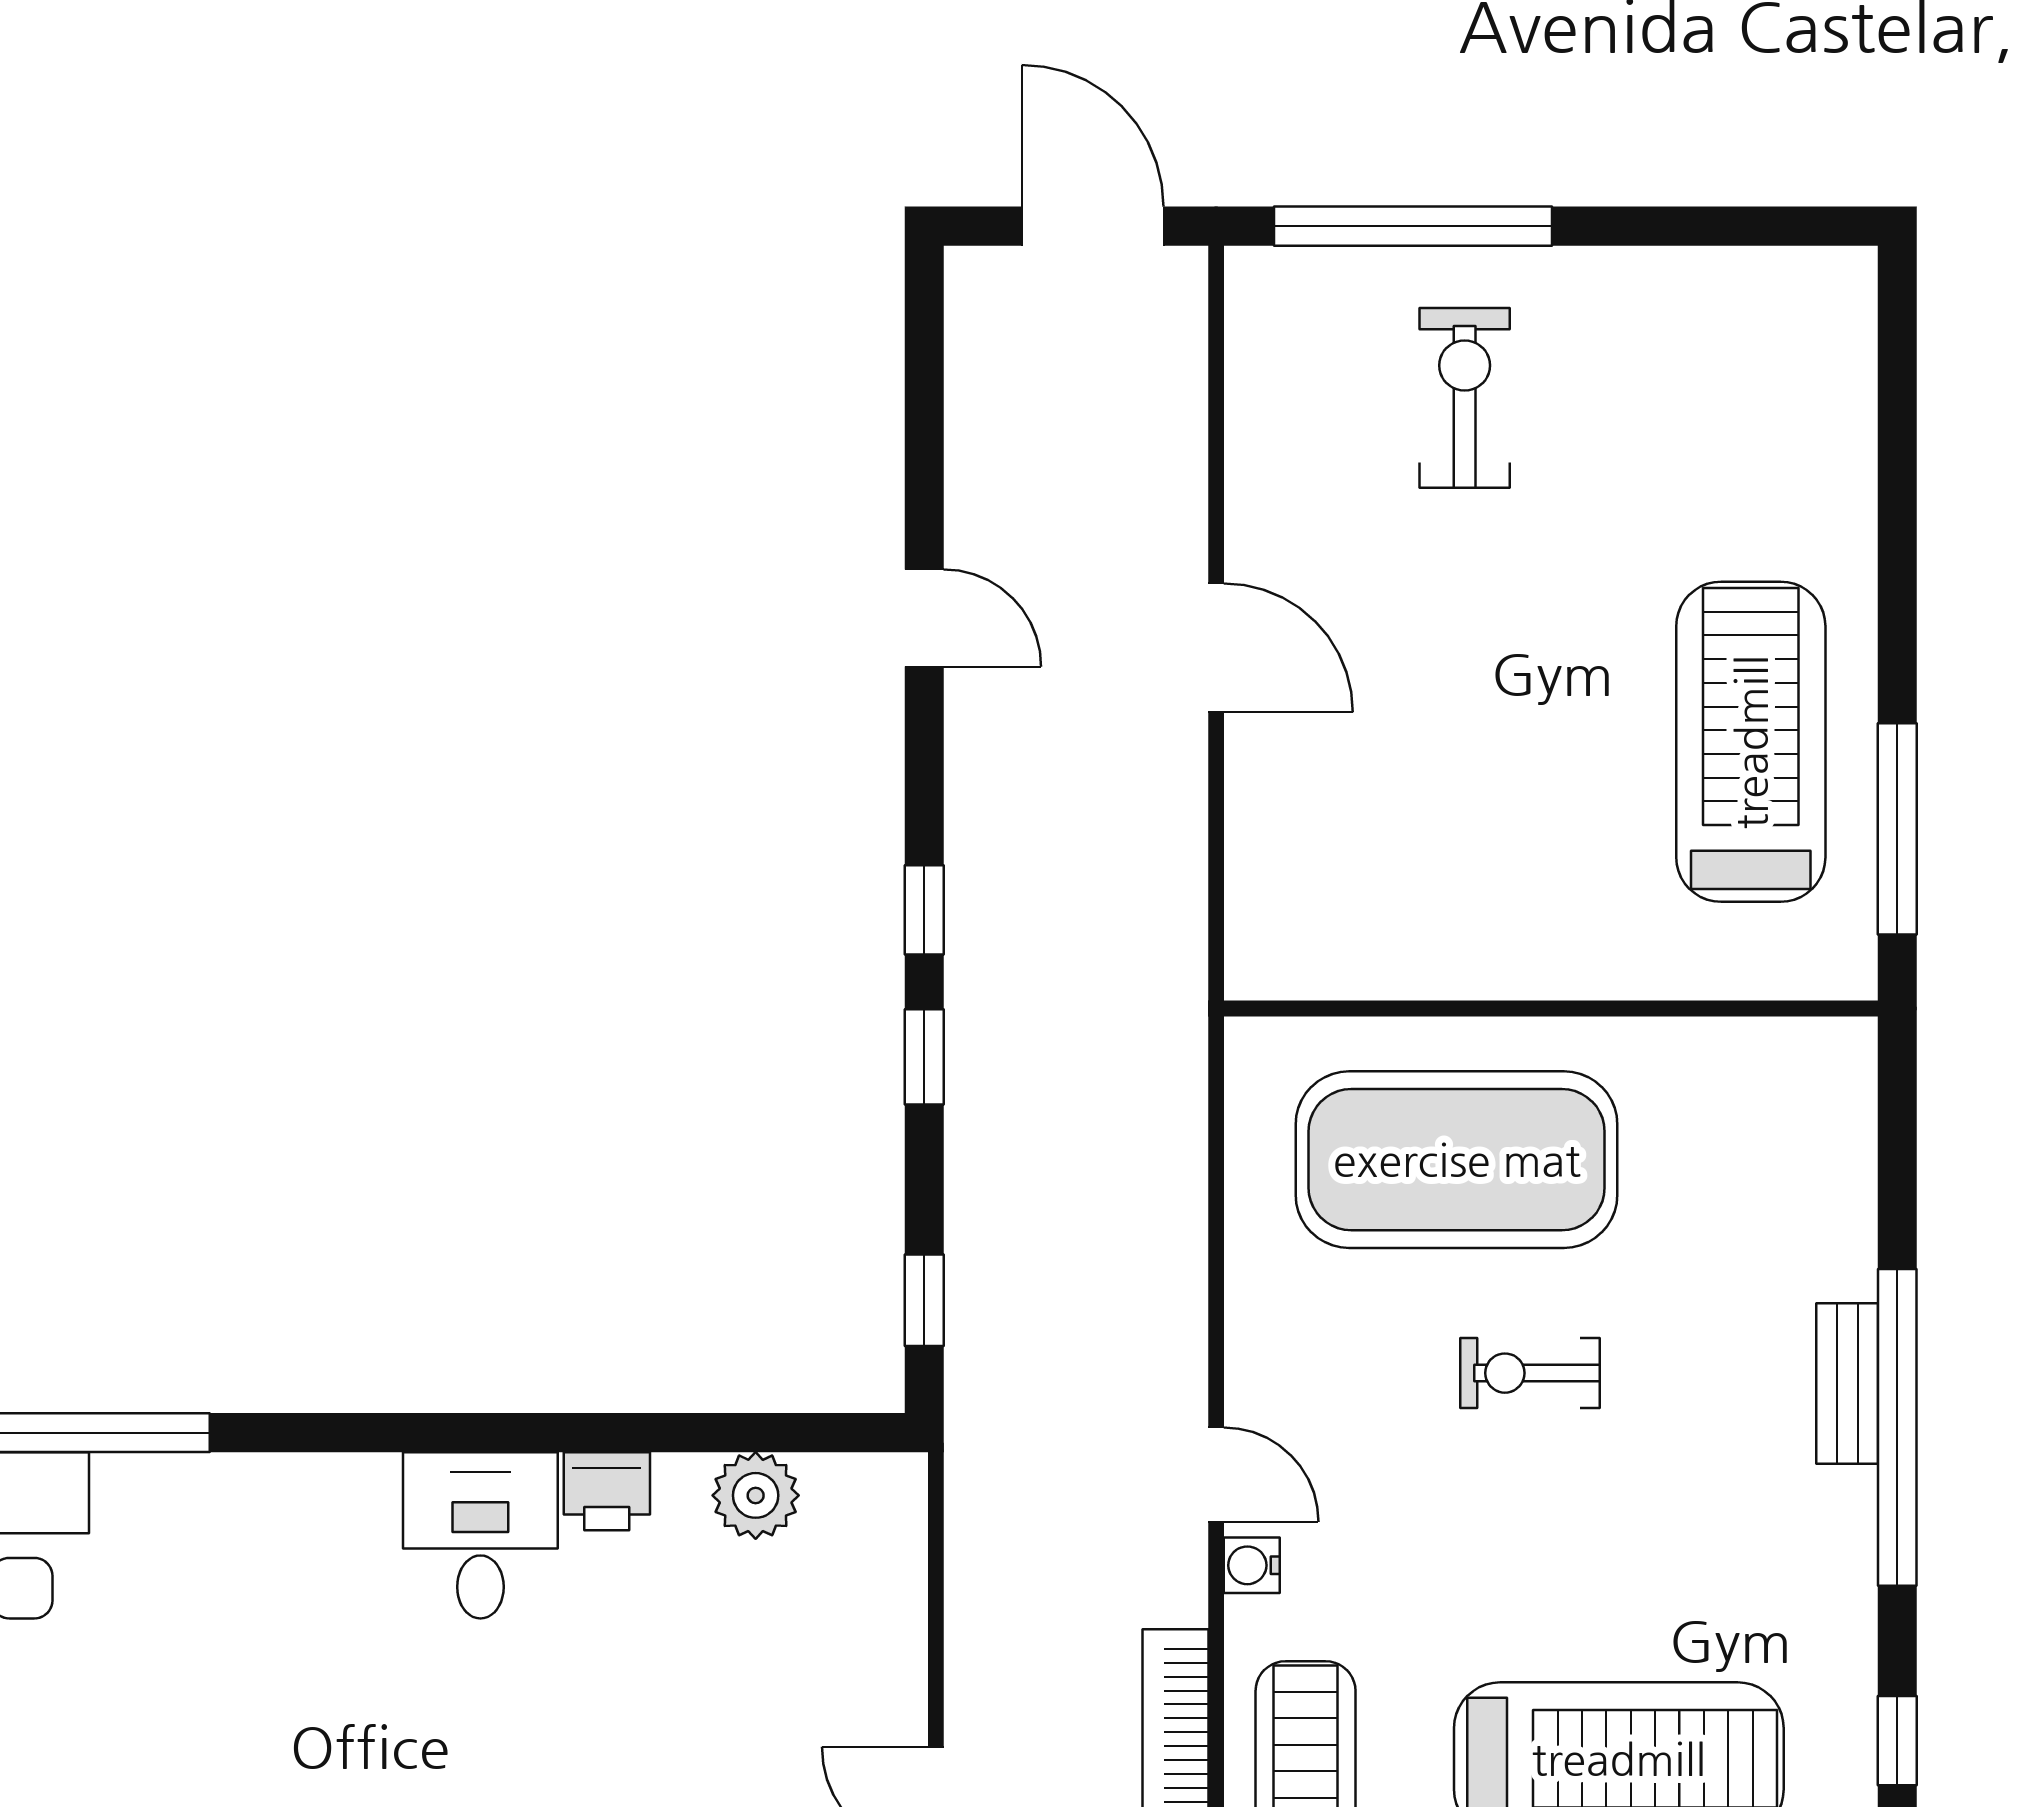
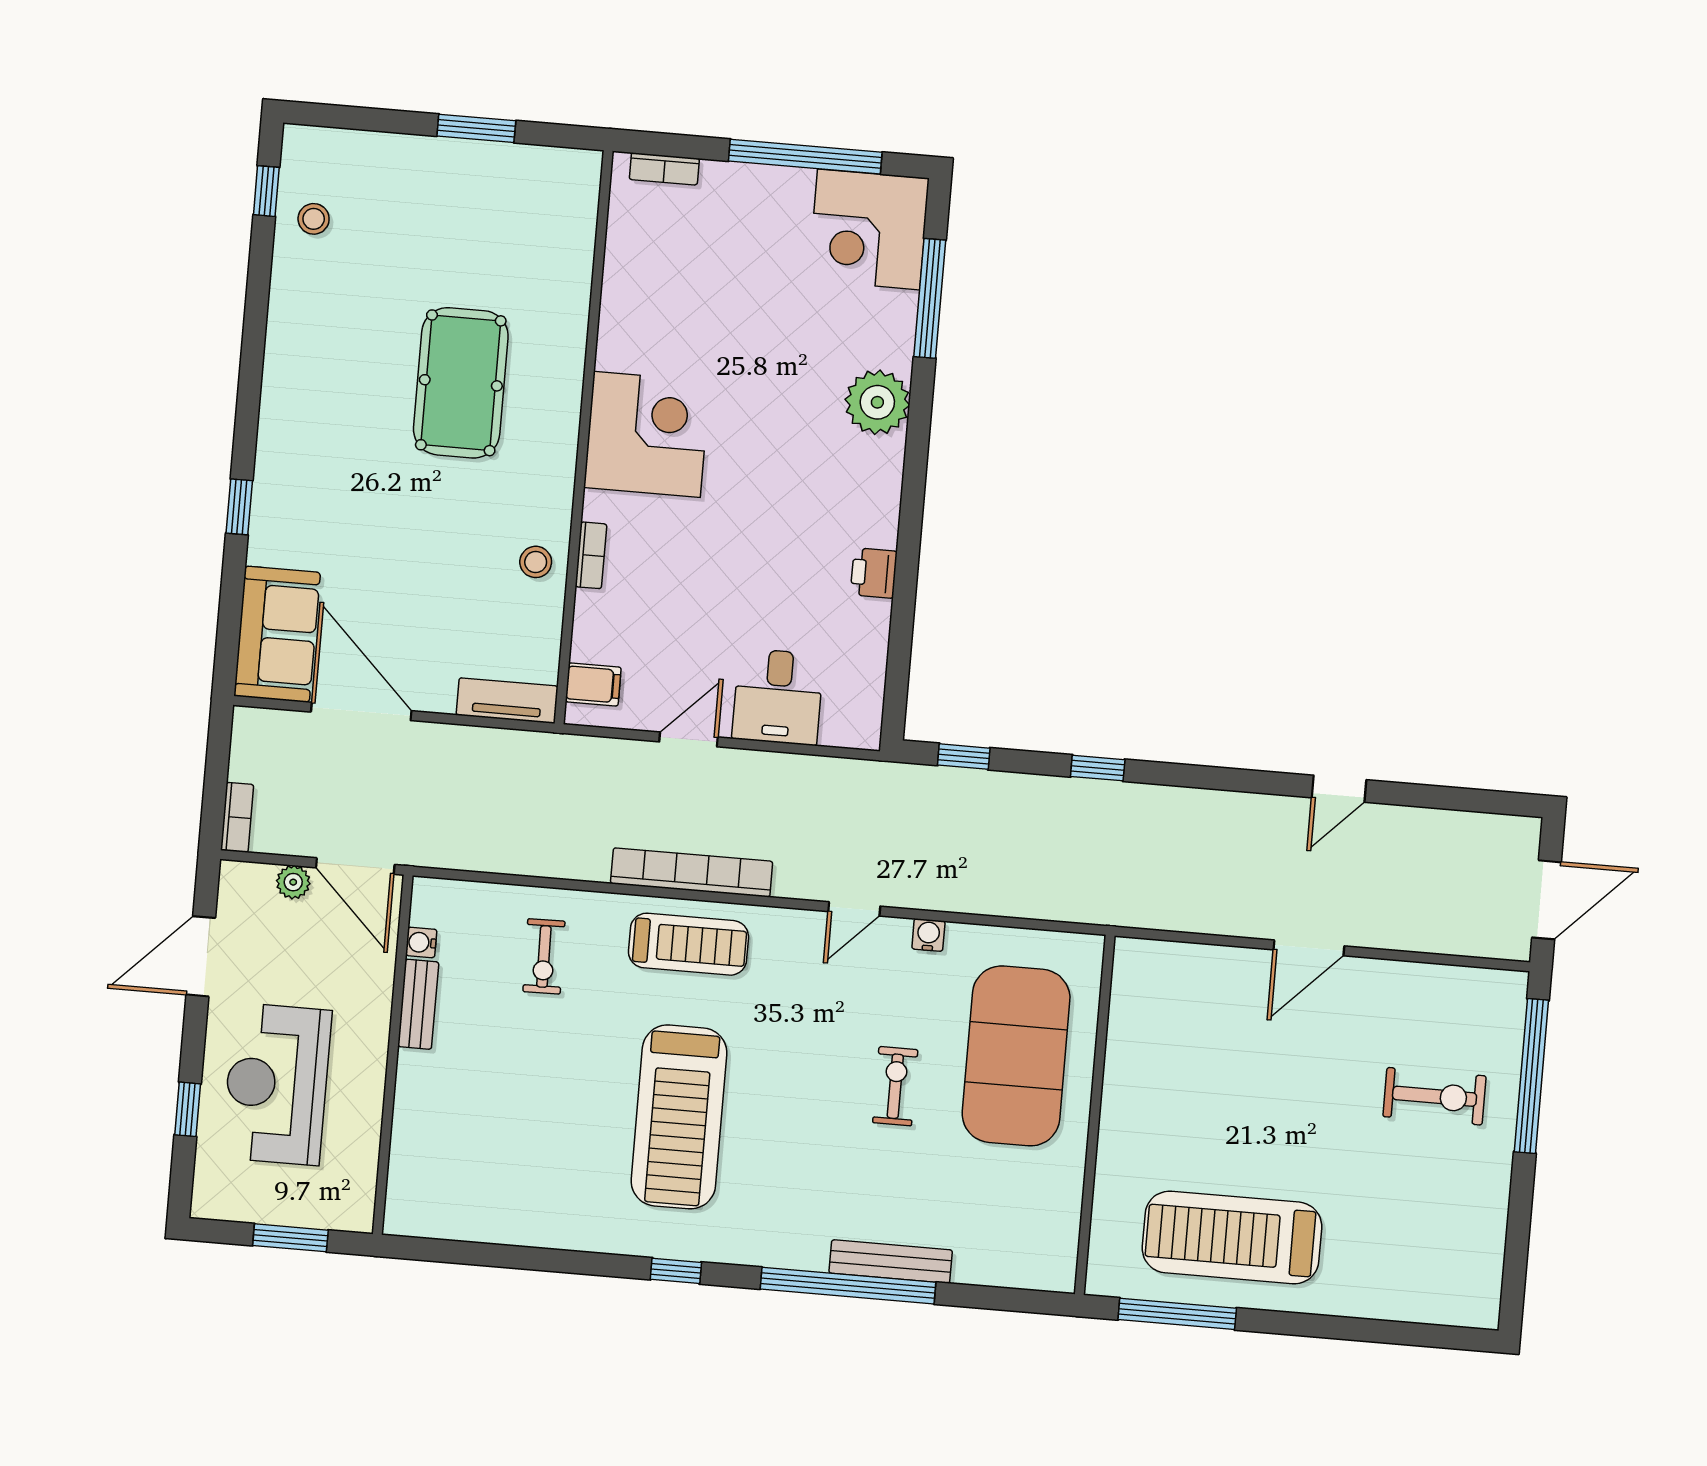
treadmill: (1751, 742) -> (1232, 1237), turned 180
window: (924, 910) -> (1178, 775), removed
bench: (1847, 1383) -> (891, 1261), width x1.36
plant: (756, 1495) -> (877, 402), moved, width x1.36, depth x1.36
desk: (480, 1535) -> (778, 697), moved, turned 90
water cooler: (1252, 1565) -> (928, 935), moved

